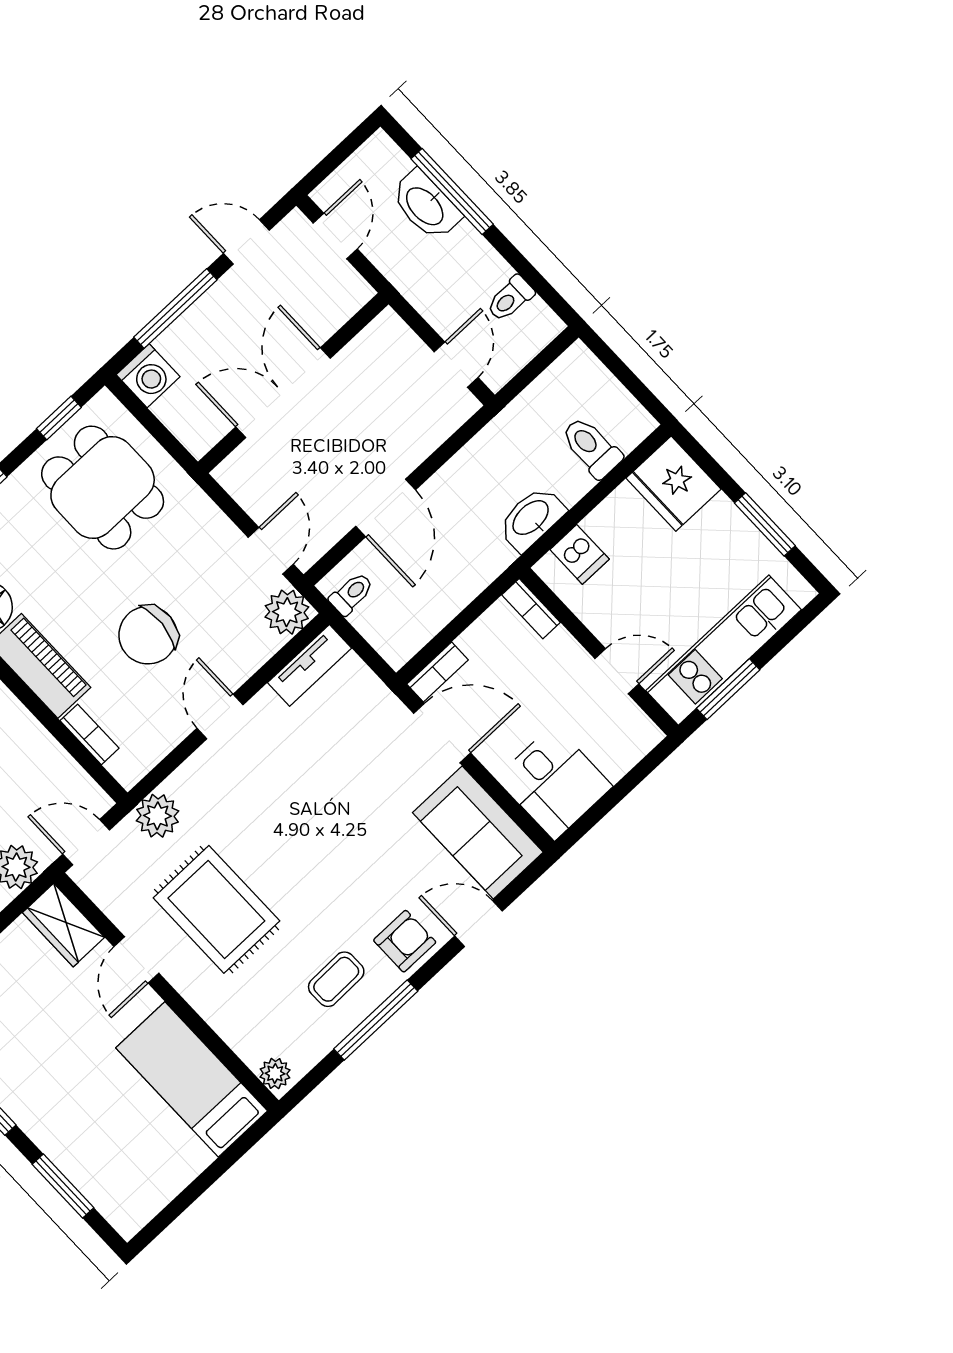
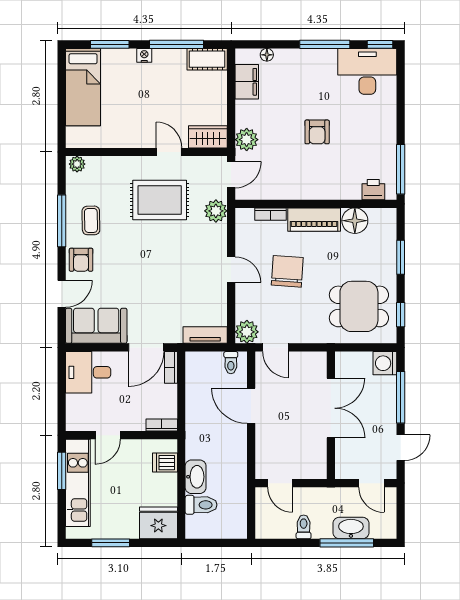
toilet: (510, 299) -> (304, 527), moved
washbasin: (531, 518) -> (196, 477), moved
tv unit: (309, 665) -> (205, 335), moved, turned 90
bed: (192, 1079) -> (83, 87), moved, turned 90
nightstand: (33, 1123) -> (144, 55), added

